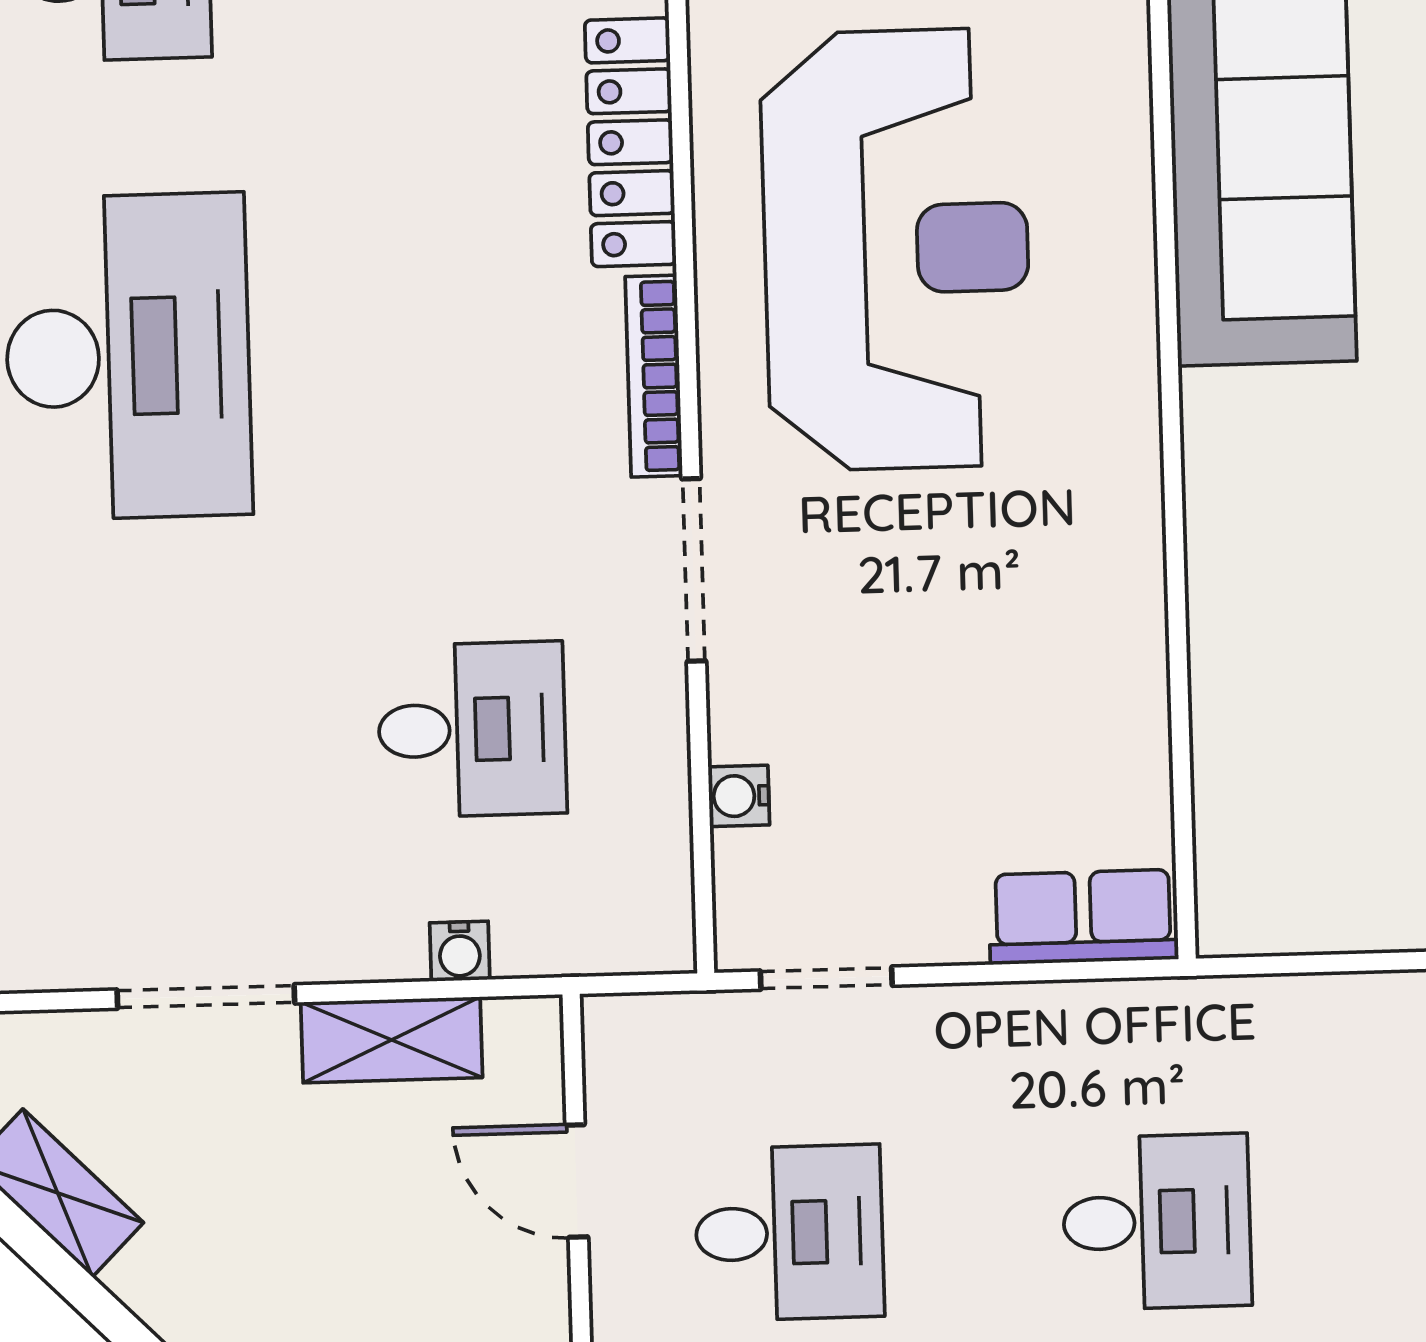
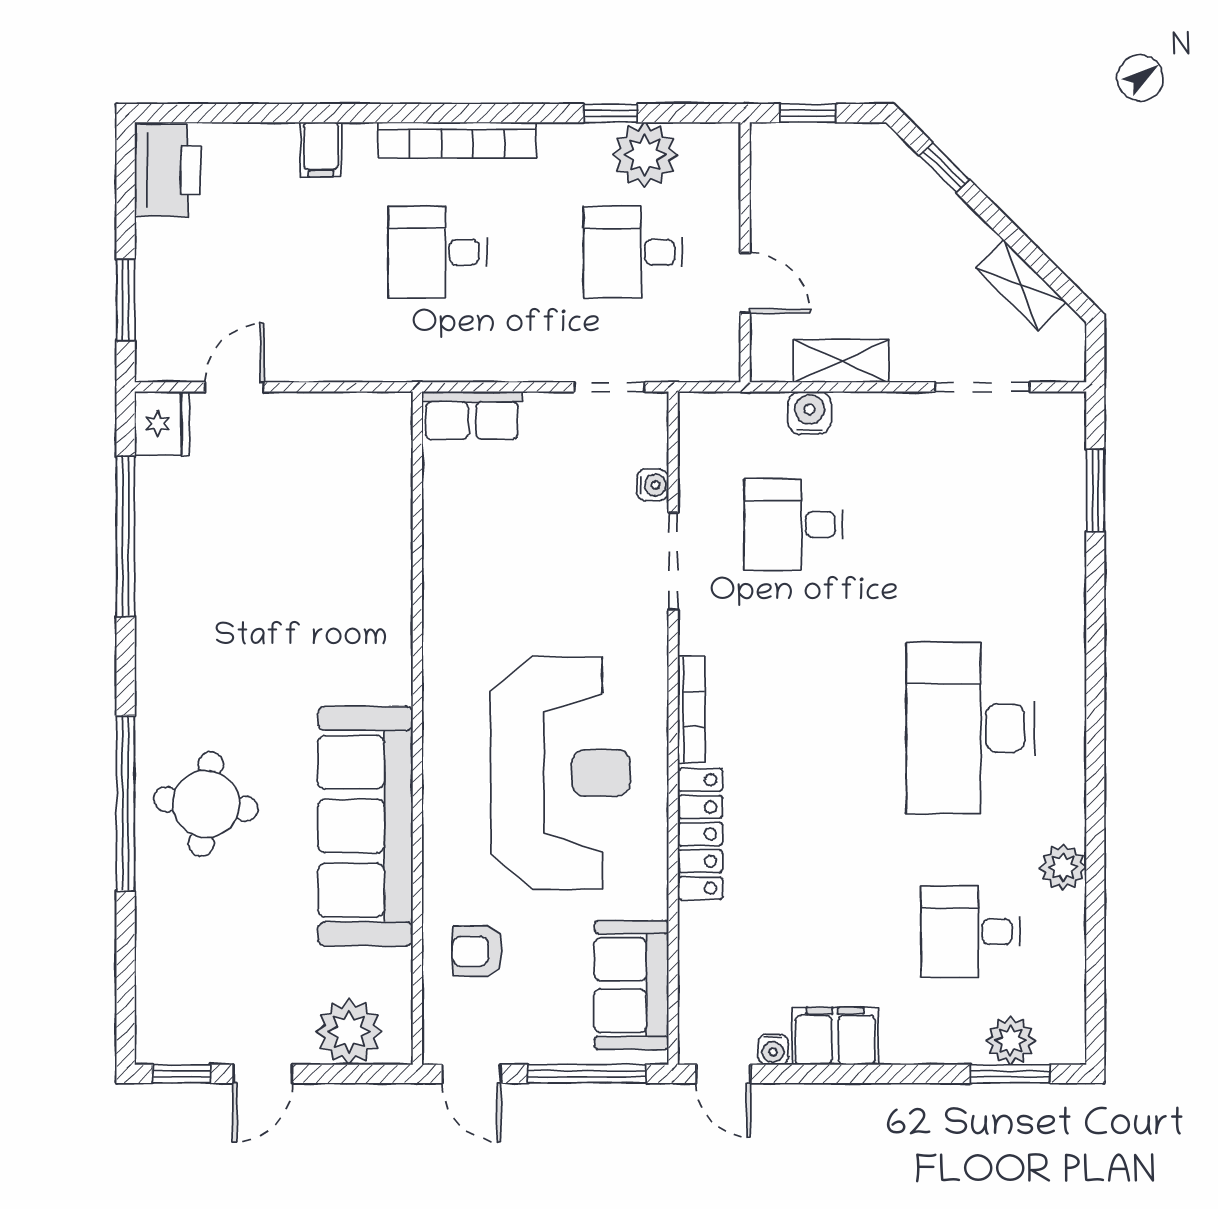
reception desk: (896, 249) -> (561, 773), turned 180
doorway: (694, 570) -> (673, 561), moved
water cooler: (460, 951) -> (810, 413), width x1.38, depth x1.38
doorway: (206, 997) -> (982, 387), moved

